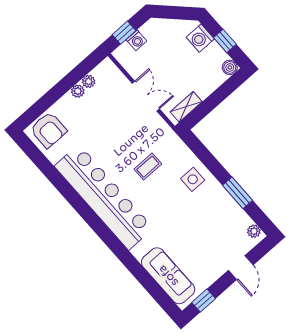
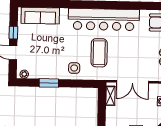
double door: (146, 96) -> (132, 82), width x1.37
coffee table: (148, 167) -> (99, 53), width x1.86, depth x1.72
window: (204, 301) -> (13, 33), moved

